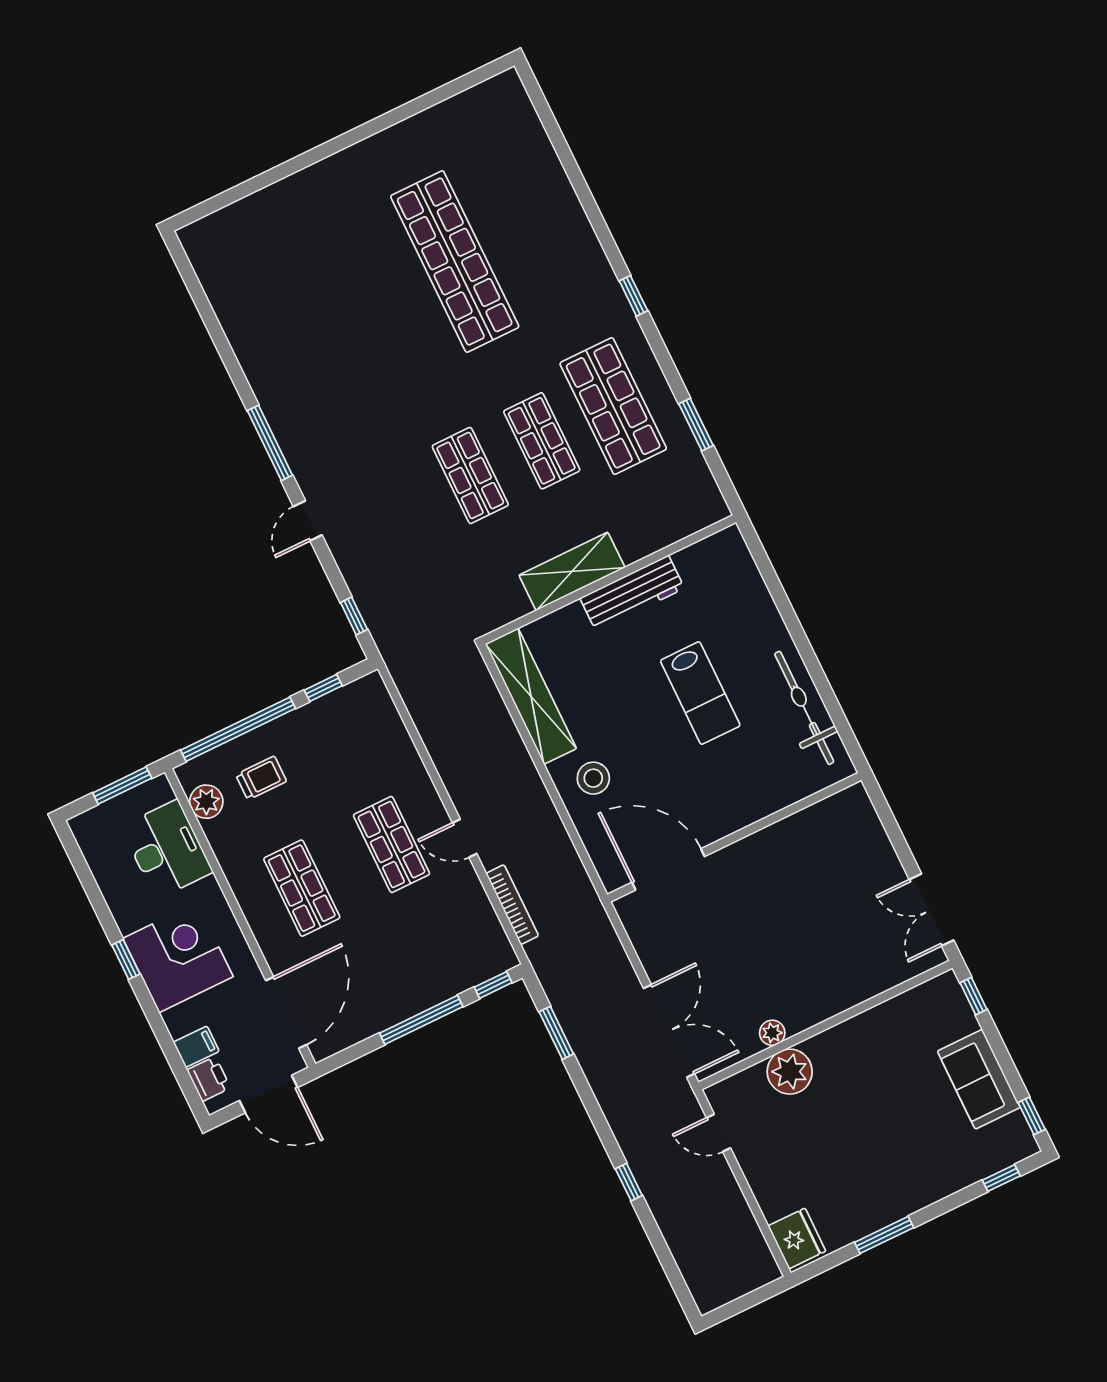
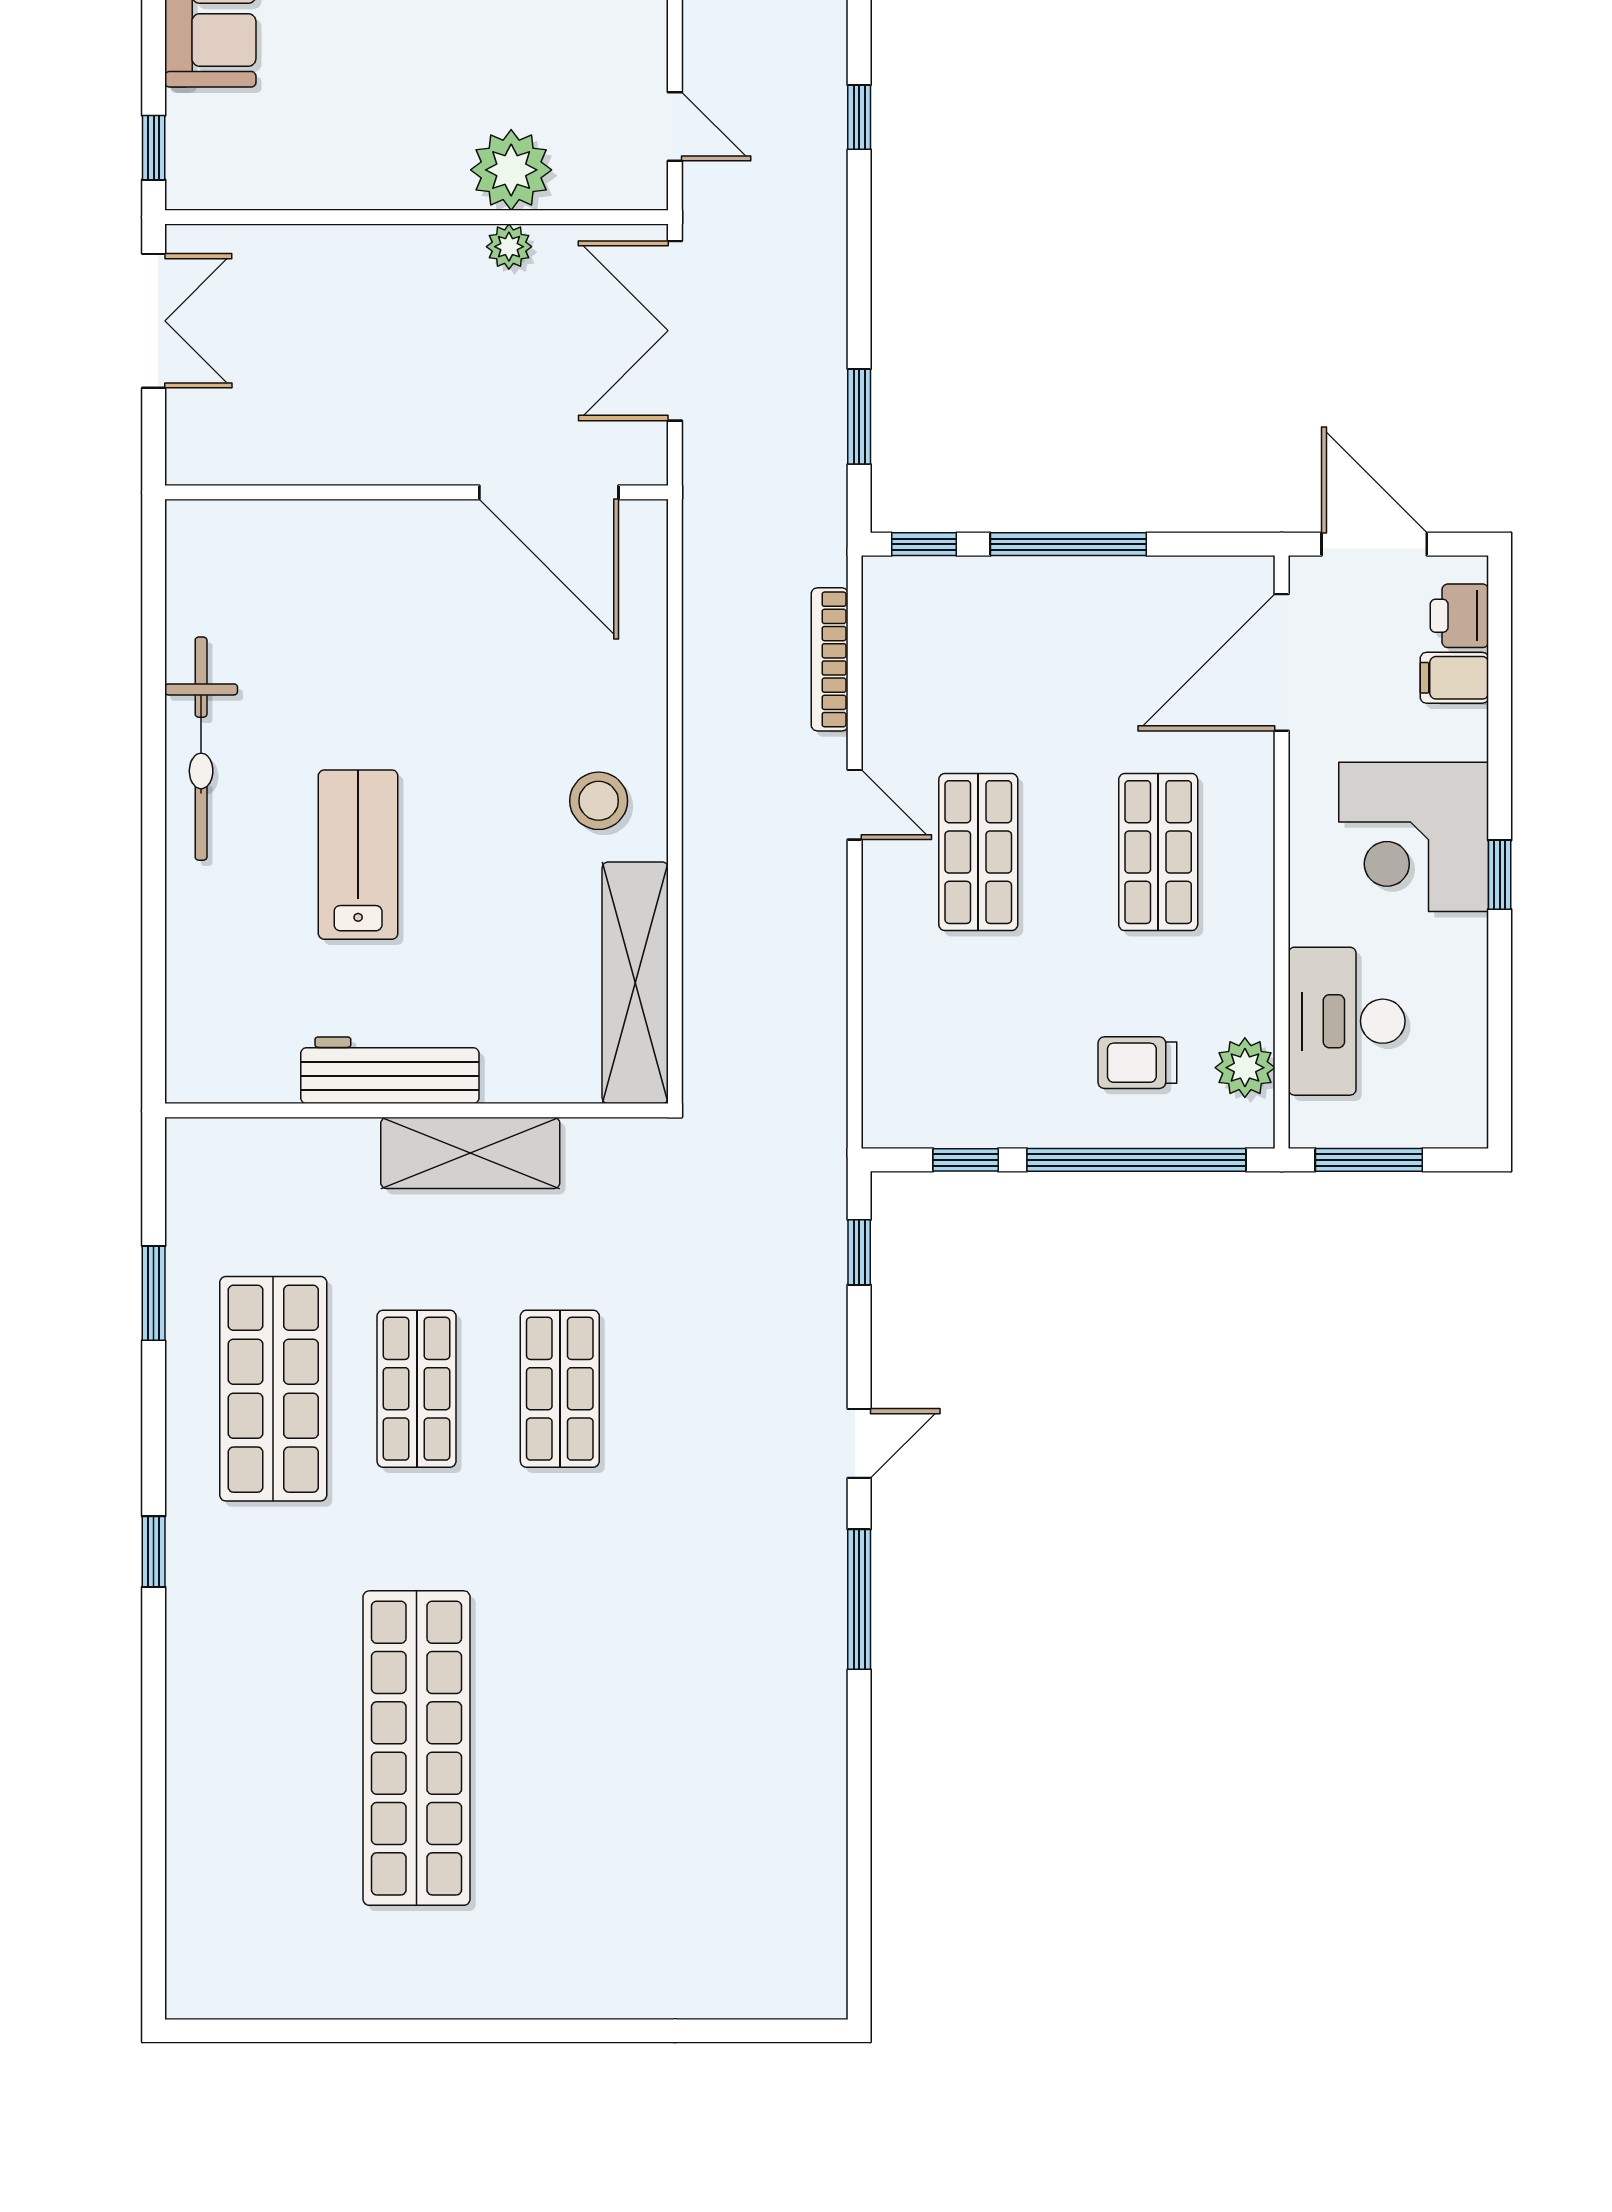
wall: (734, 837) -> (417, 492), moved
door: (668, 869) -> (549, 492), moved

